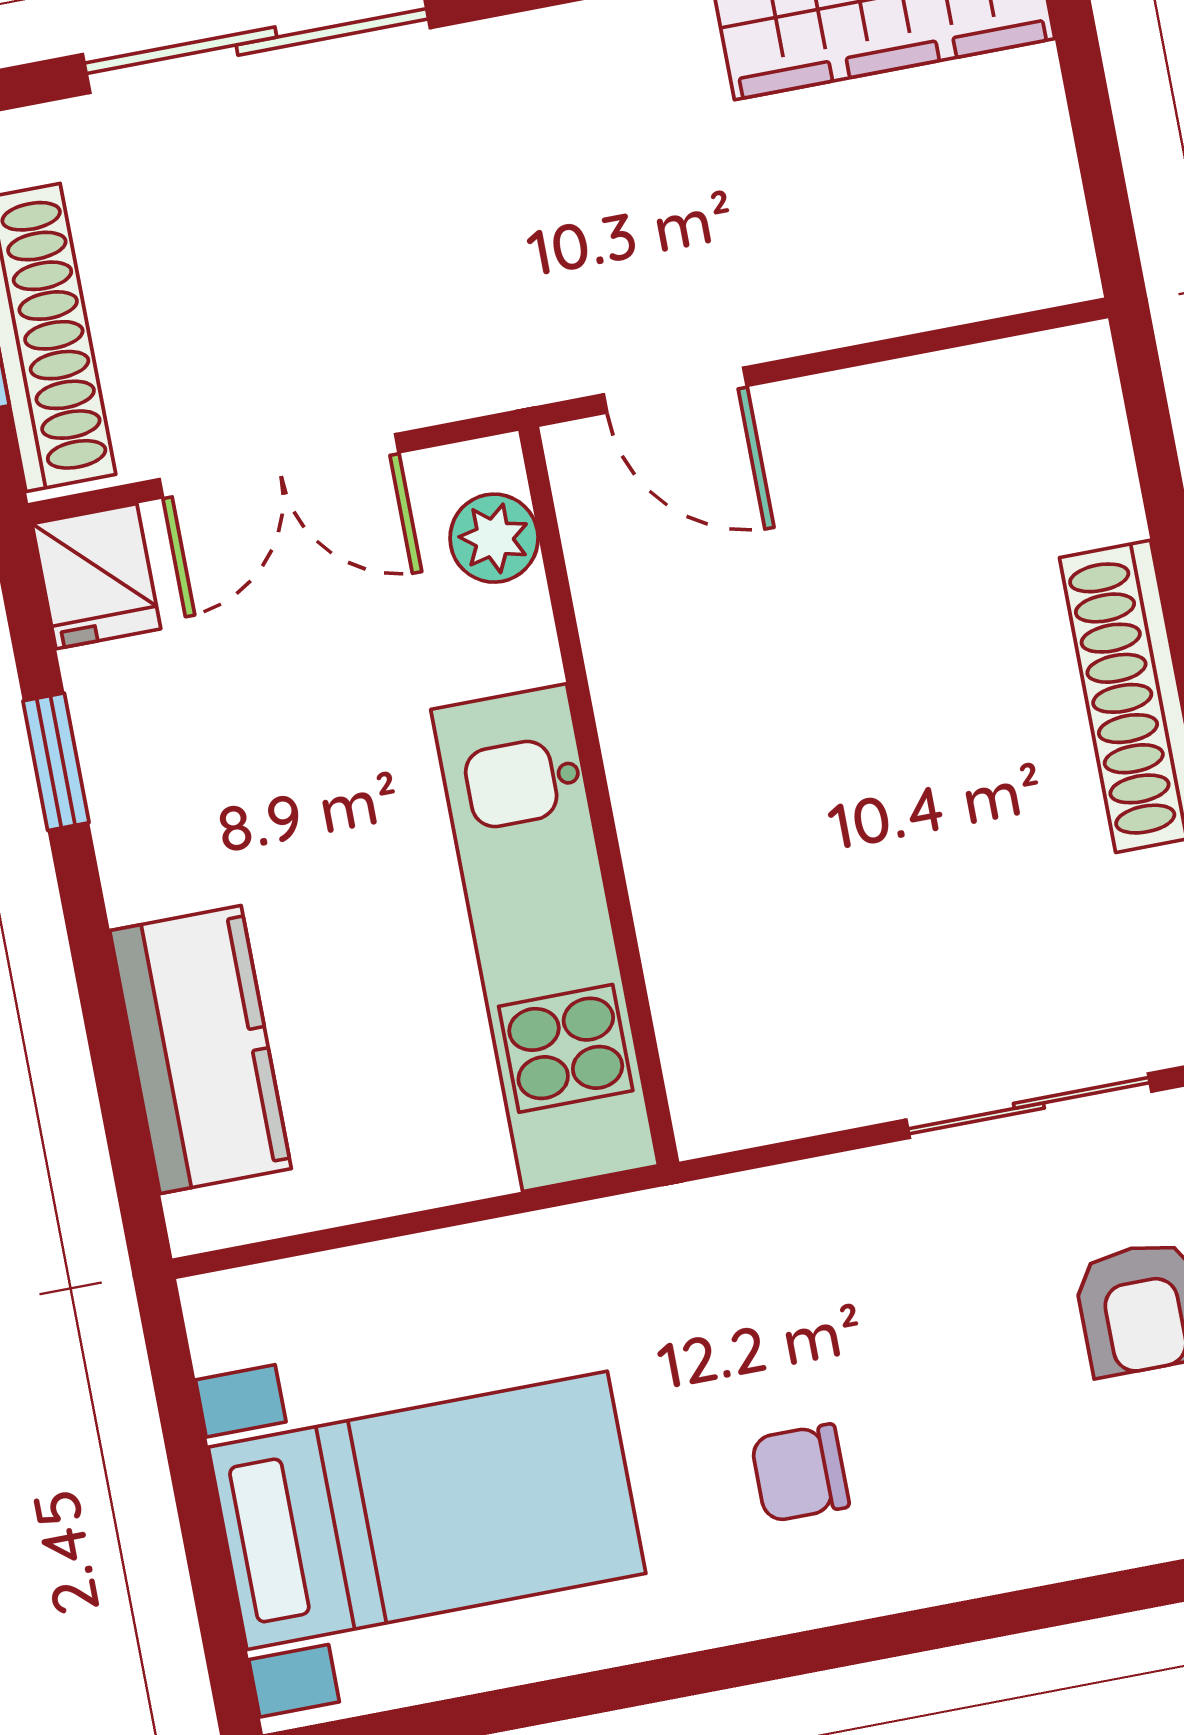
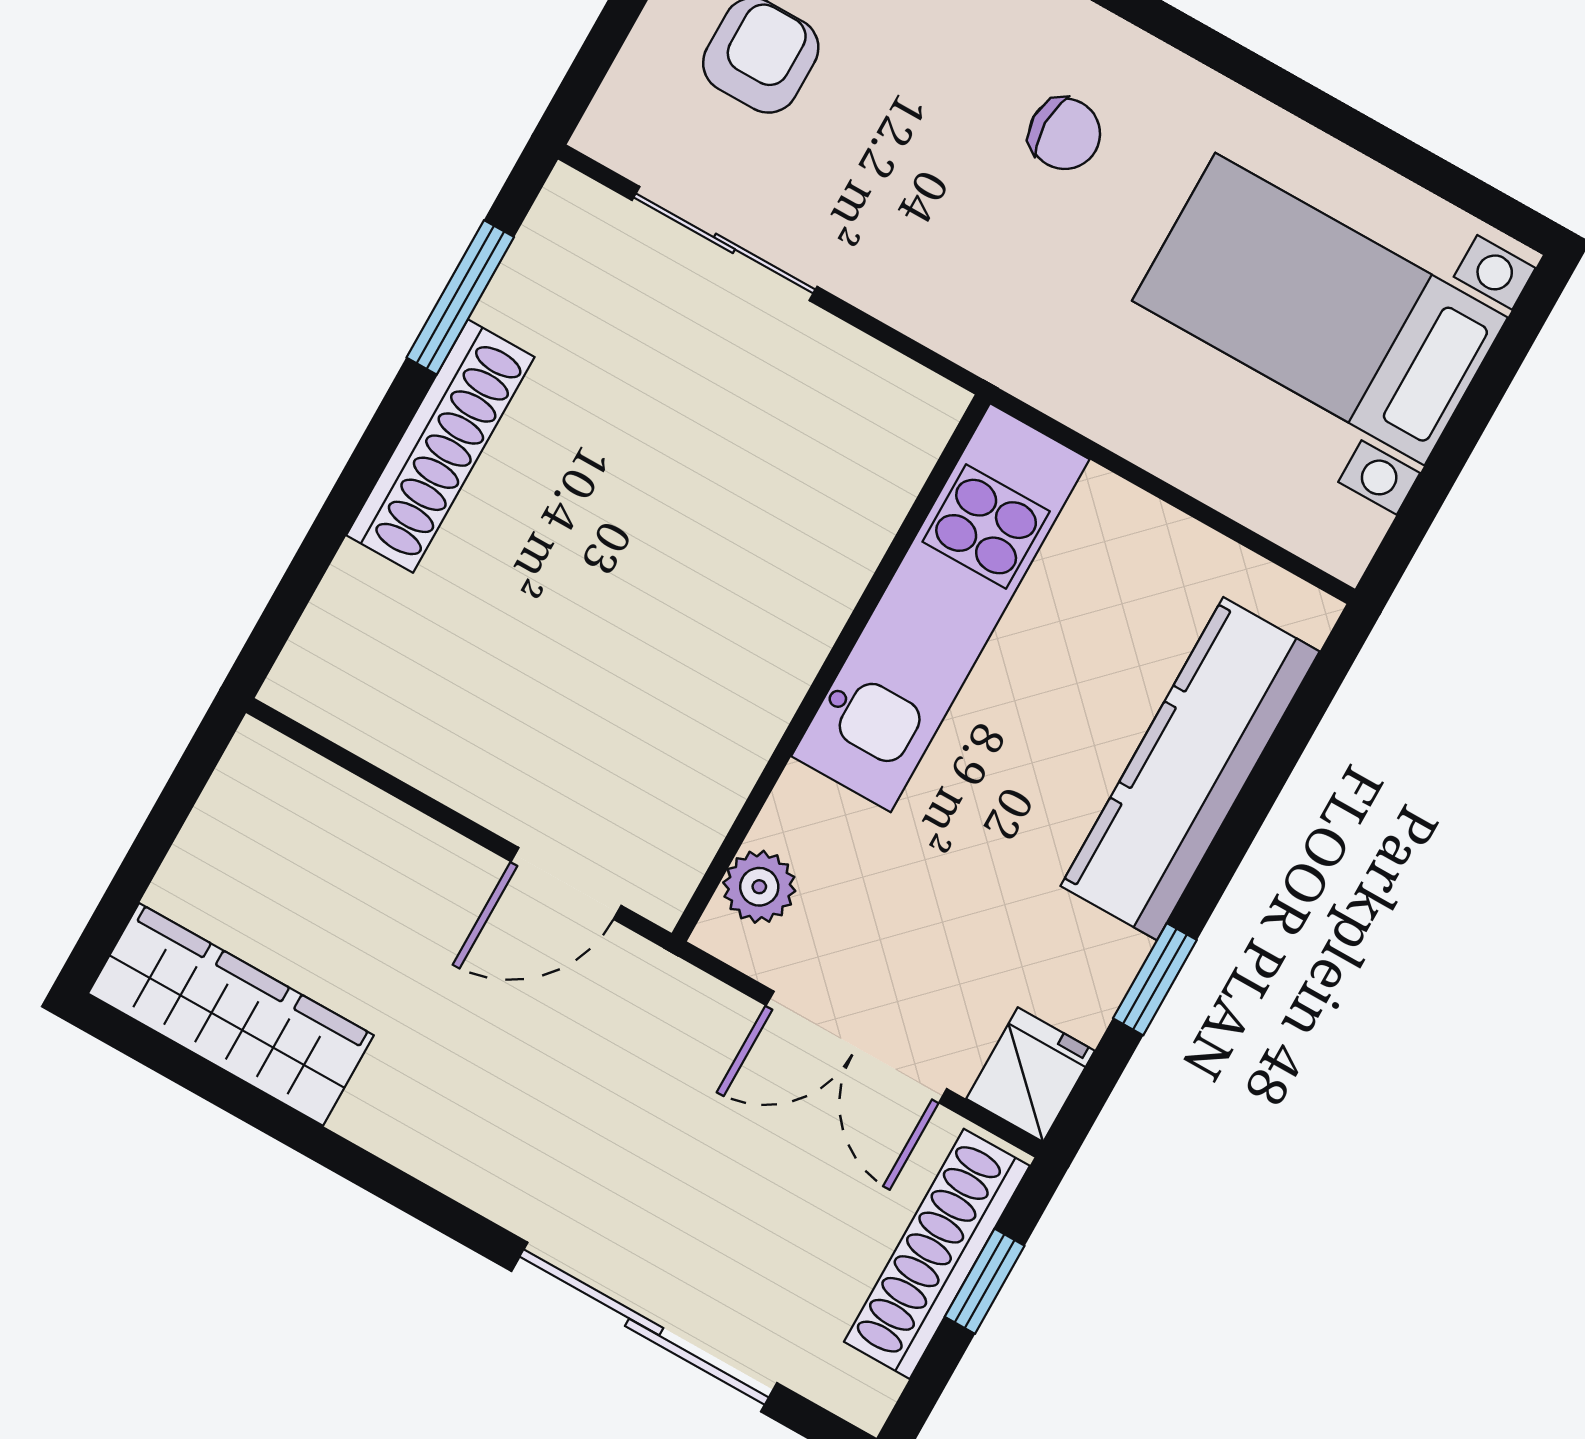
door: (675, 390) -> (566, 883), swing flipped
double door: (279, 466) -> (856, 1047), swing flipped
kitchen counter: (200, 1050) -> (1190, 769), width x1.50

